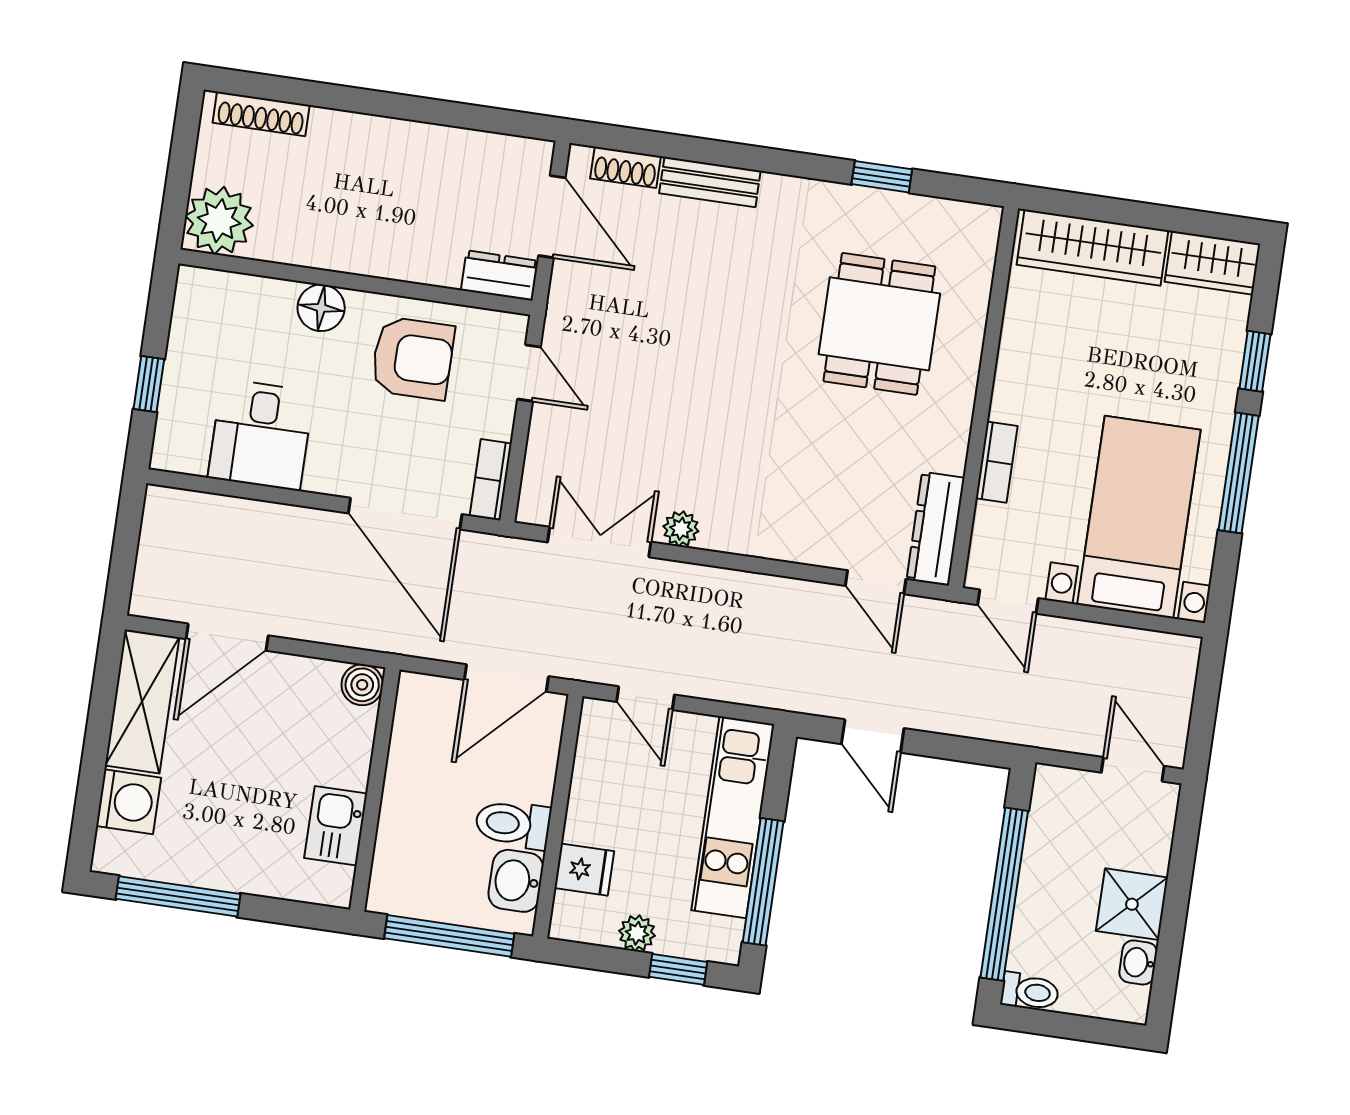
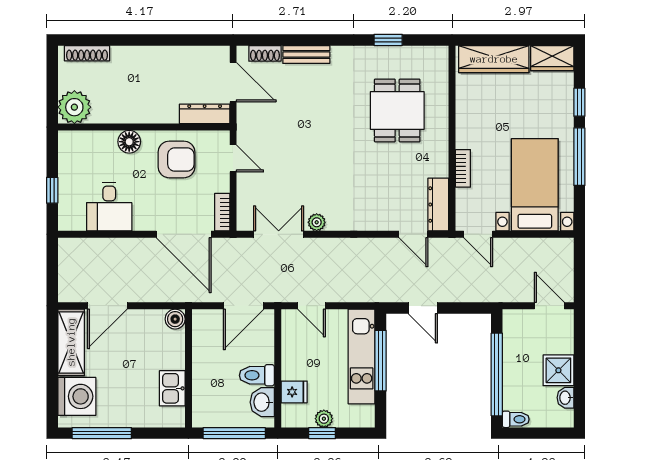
dresser: (500, 276) -> (205, 114), width x1.44
washing machine: (129, 802) -> (77, 396), width x1.37, depth x1.37
window: (763, 882) -> (381, 361), moved
window: (678, 969) -> (322, 433), moved

